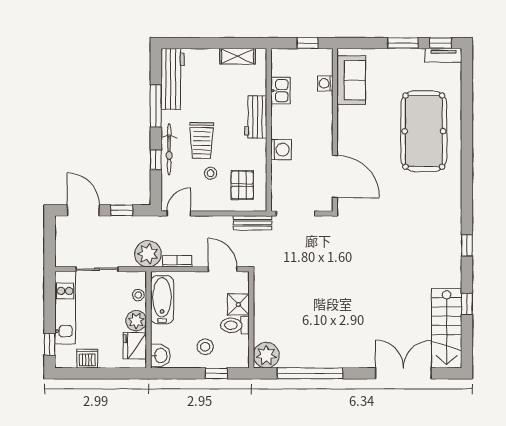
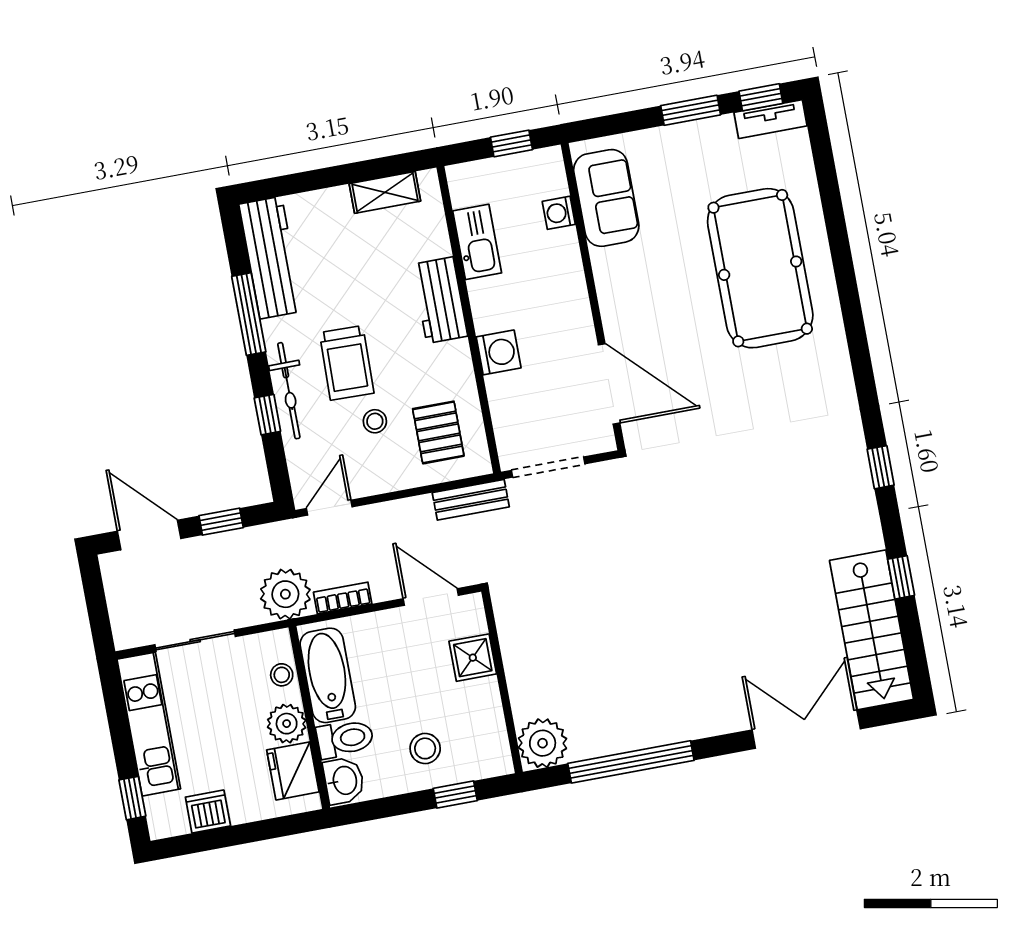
kitchen sink: (280, 91) -> (477, 242), width x1.38
toilet: (235, 325) -> (345, 739), moved, turned 180

